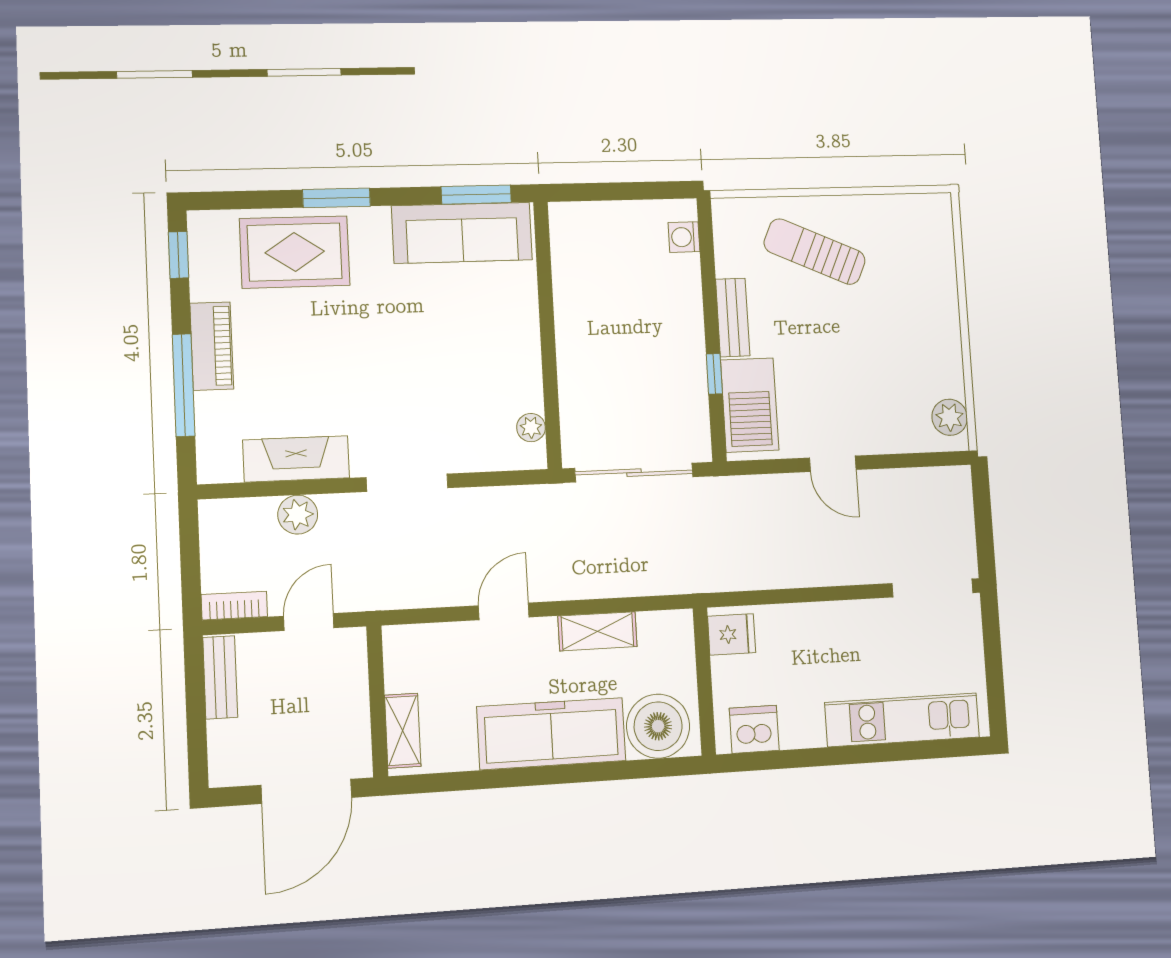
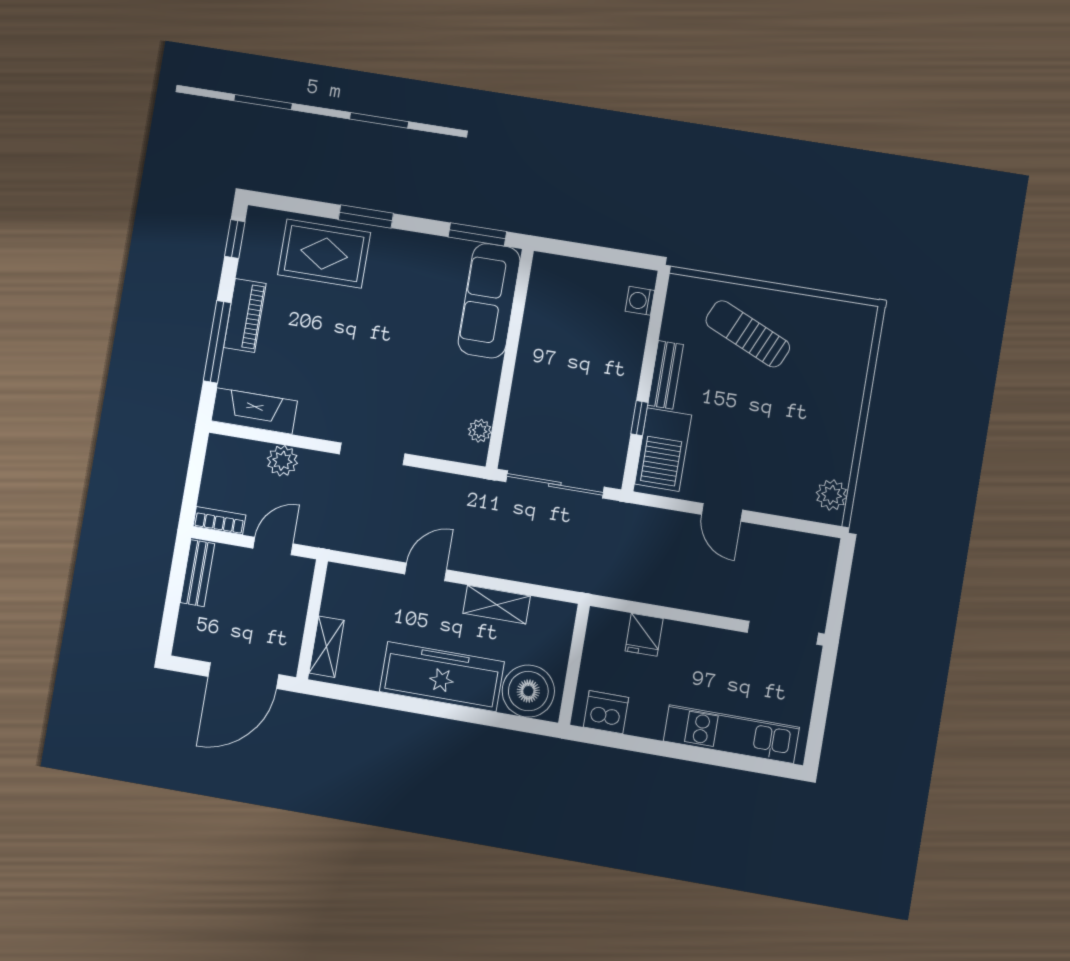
sofa: (462, 233) -> (489, 301), moved, turned 90
fireplace: (296, 459) -> (254, 411), moved
fridge: (732, 634) -> (644, 635), moved, turned 90

